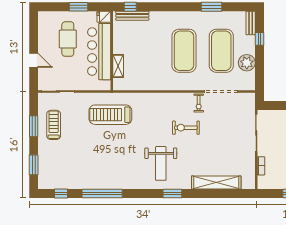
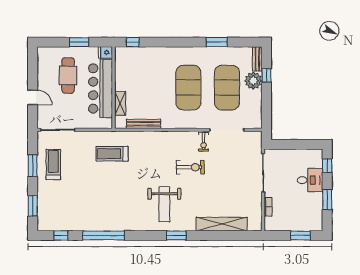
bench: (132, 16) -> (144, 124), moved
plant: (247, 63) -> (253, 81), moved
treadmill: (110, 115) -> (112, 154), width x0.73, depth x0.73
exercise bike: (186, 128) -> (190, 167), turned 180

